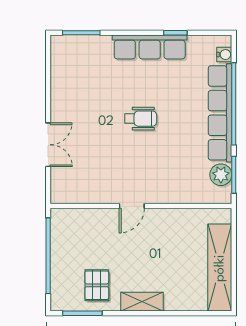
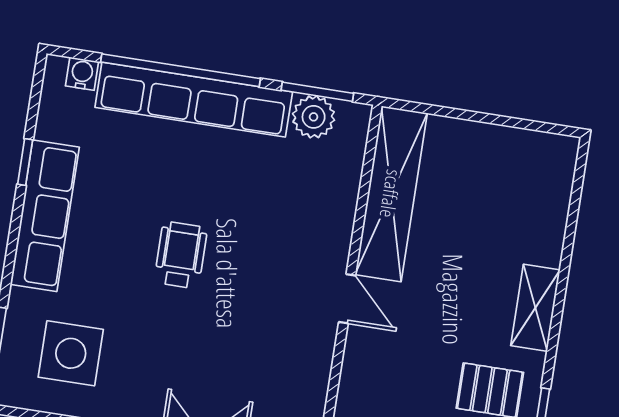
side table: (82, 71) -> (71, 353), added
shelving: (220, 268) -> (391, 194), moved, turned 90

